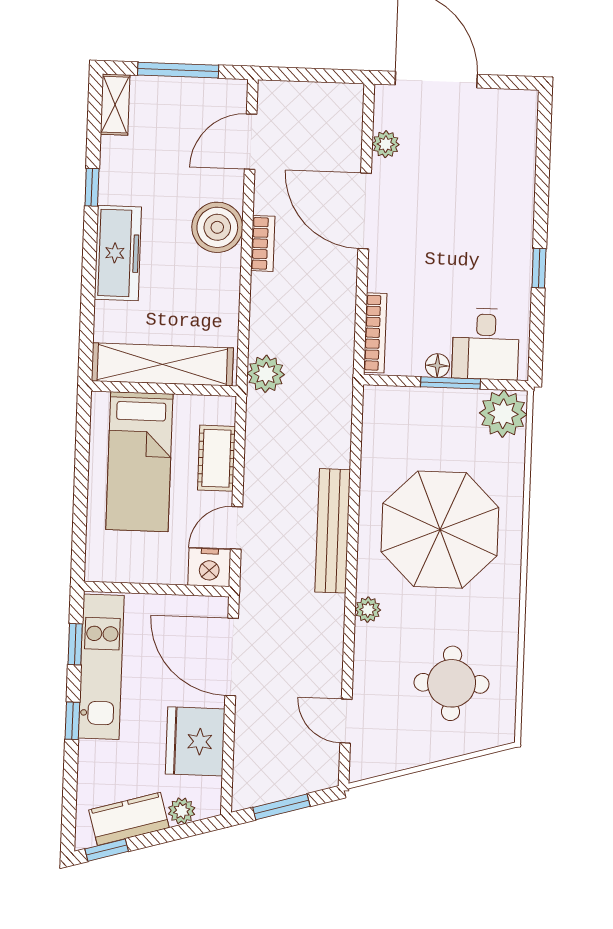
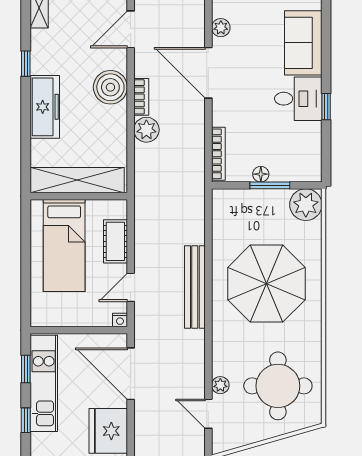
sofa: (508, 171) -> (303, 43), added
desk: (486, 344) -> (298, 99), moved, turned -90
plant: (266, 374) -> (146, 130), moved
nightstand: (209, 567) -> (120, 320), width x0.53, depth x0.56
plant: (368, 610) -> (220, 385), moved
round table: (452, 683) -> (278, 386), width x1.36, depth x1.36

